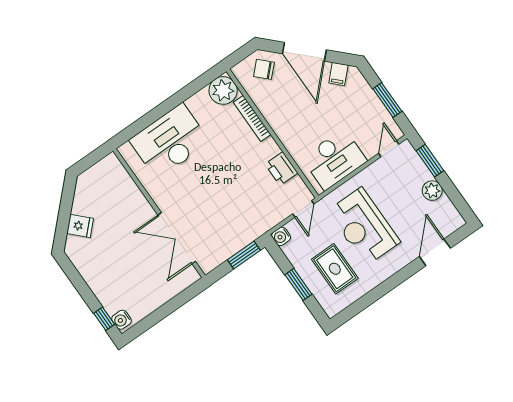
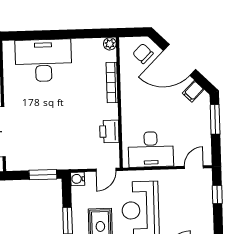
door: (304, 52) -> (180, 60), hinge flipped
plant: (223, 90) -> (110, 44), width x0.53, depth x0.53
window: (387, 100) -> (215, 119), moved
window: (430, 161) -> (217, 194), width x0.67
plant: (432, 191) -> (205, 217), removed

